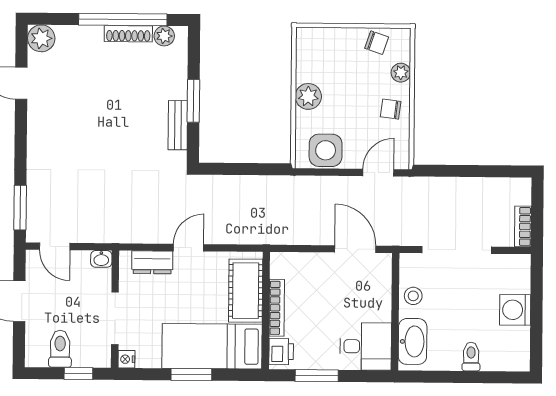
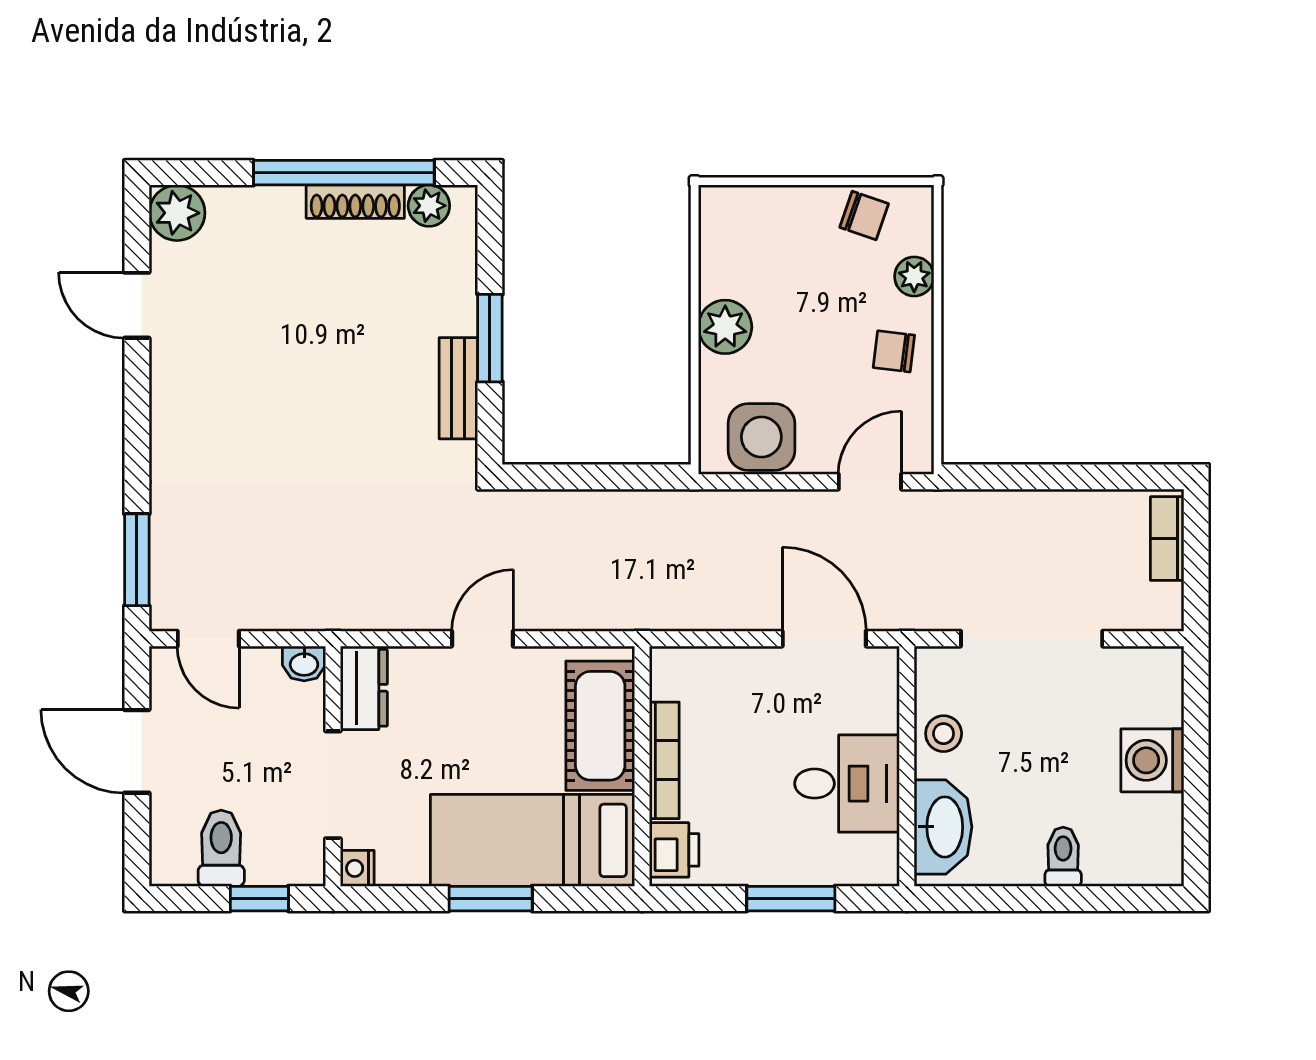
bookcase: (523, 226) -> (1167, 539), moved
dresser: (152, 262) -> (364, 688), moved, turned -90
desk: (366, 346) -> (847, 784), moved
window: (317, 376) -> (791, 899), moved

